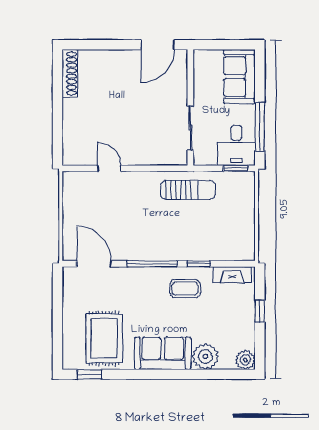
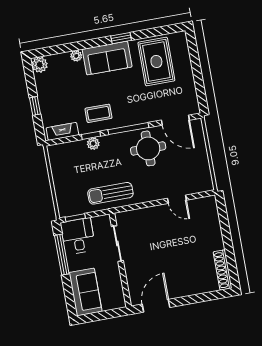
round table: (133, 236) -> (148, 148), added
plant: (198, 253) -> (93, 144), added
plant: (205, 356) -> (76, 56), width x0.53, depth x0.53
window: (90, 374) -> (121, 38), moved

